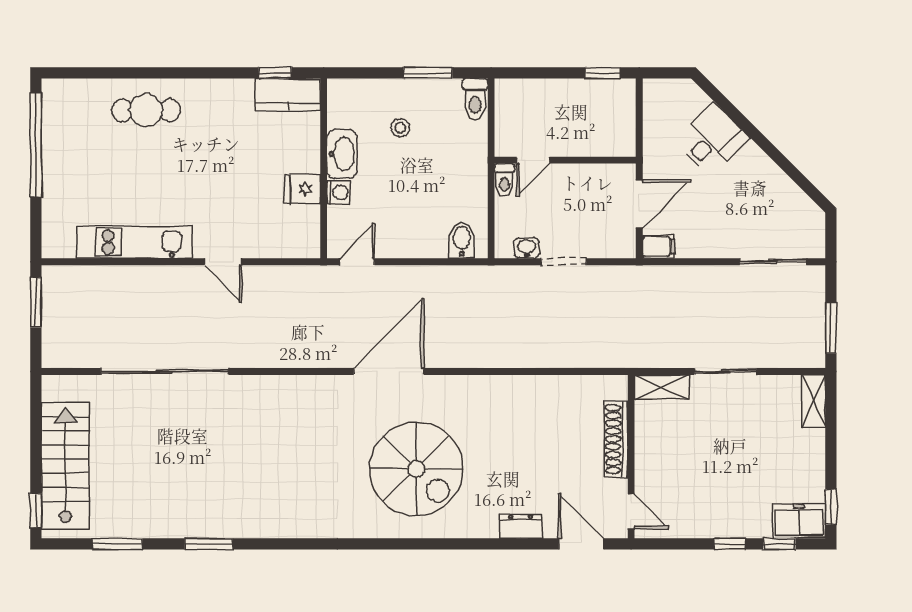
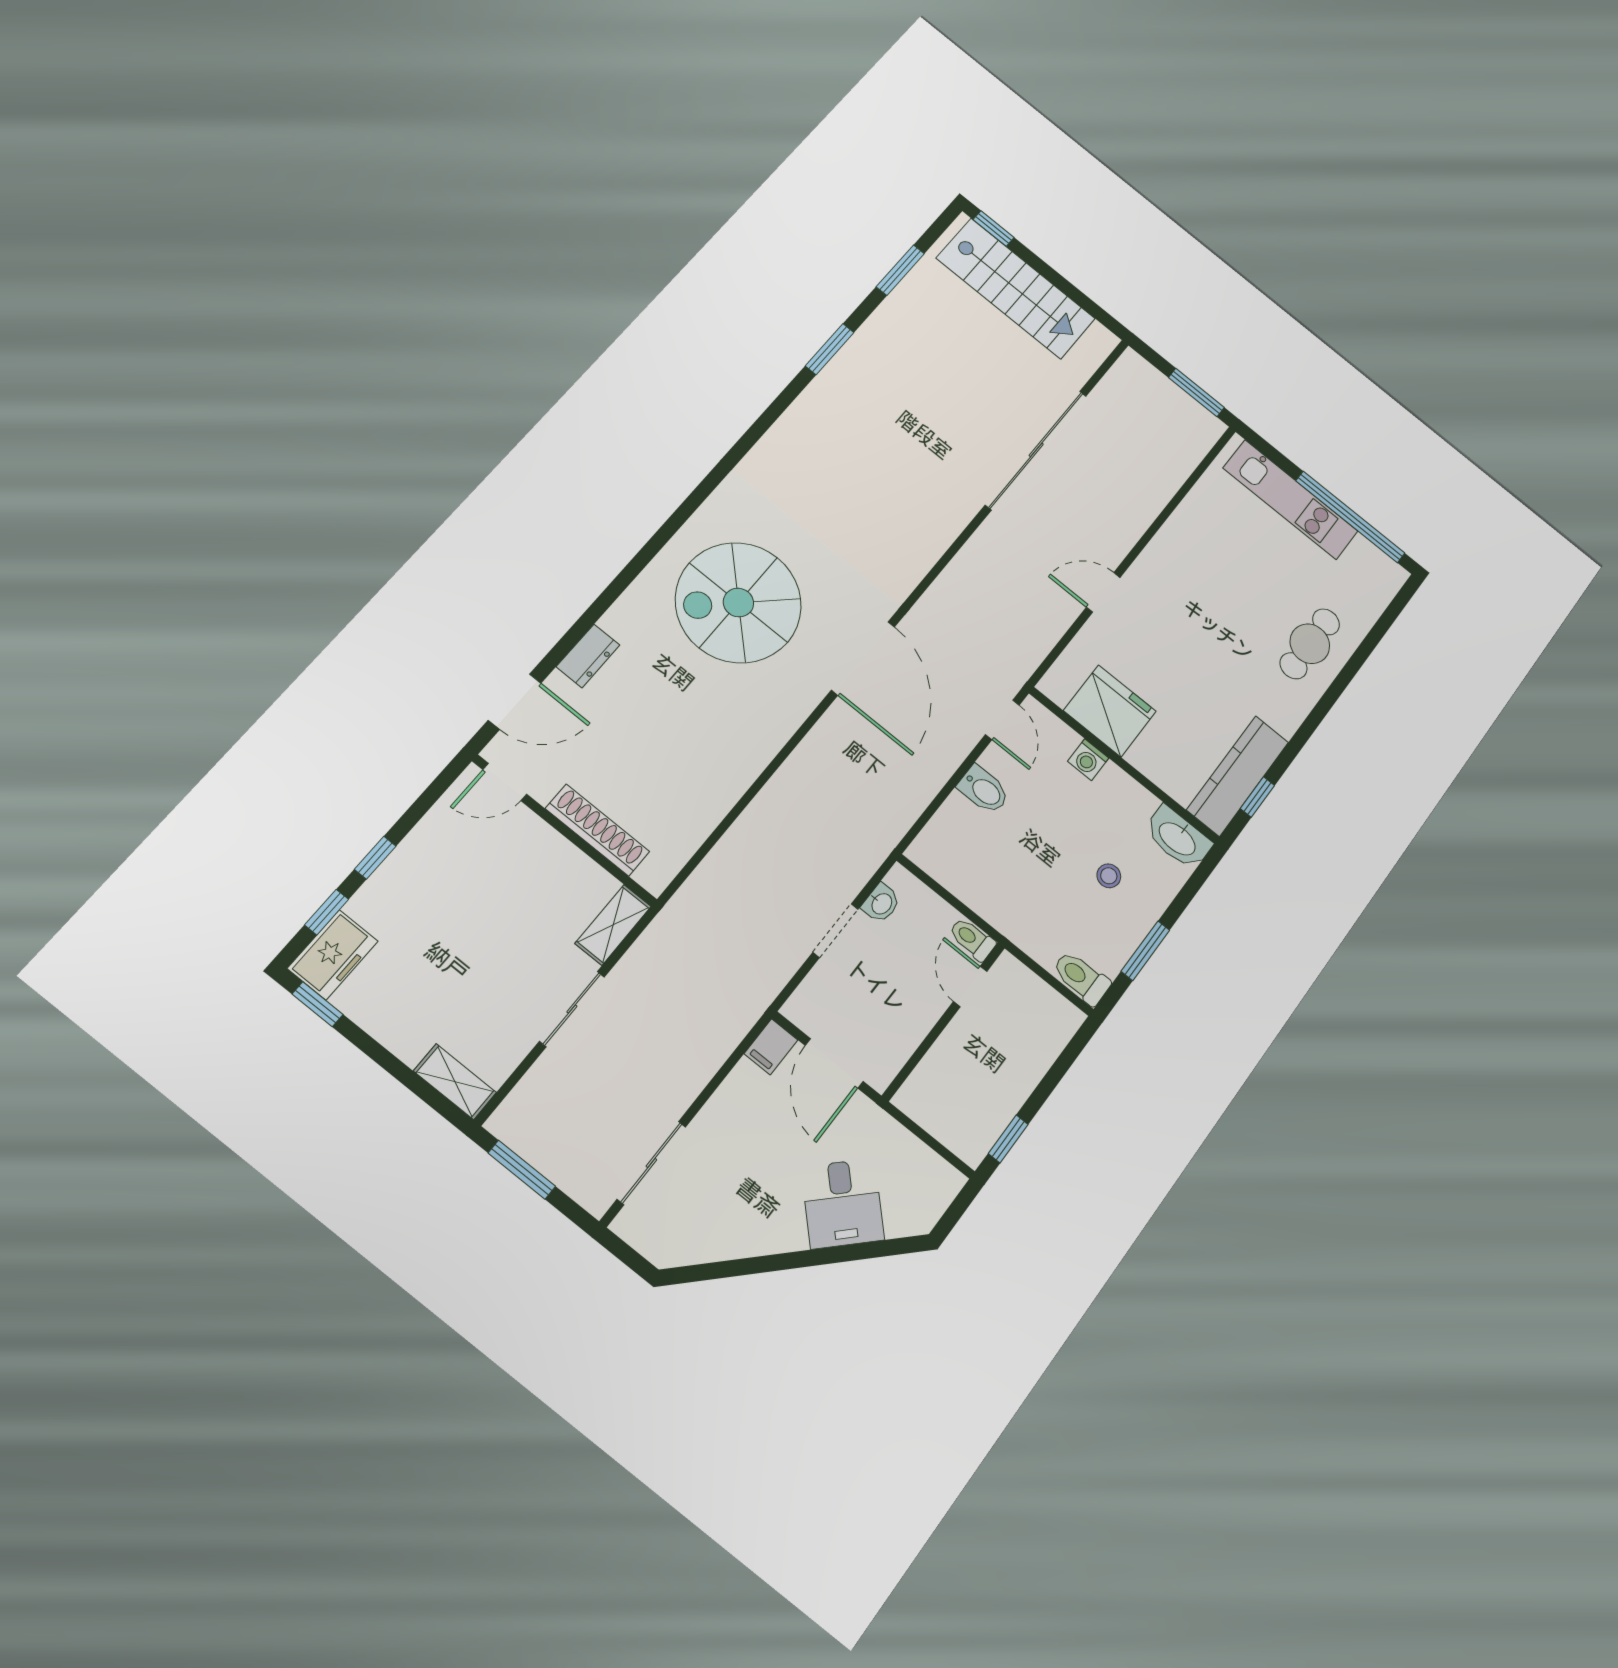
kitchen counter: (288, 95) -> (1238, 776), width x1.50
washbasin: (342, 154) -> (1178, 838), moved
fridge: (303, 189) -> (1110, 711), width x1.88, depth x1.34
bidet: (462, 240) -> (984, 790), moved
kitchen unit: (135, 242) -> (1290, 500), moved, turned 90

